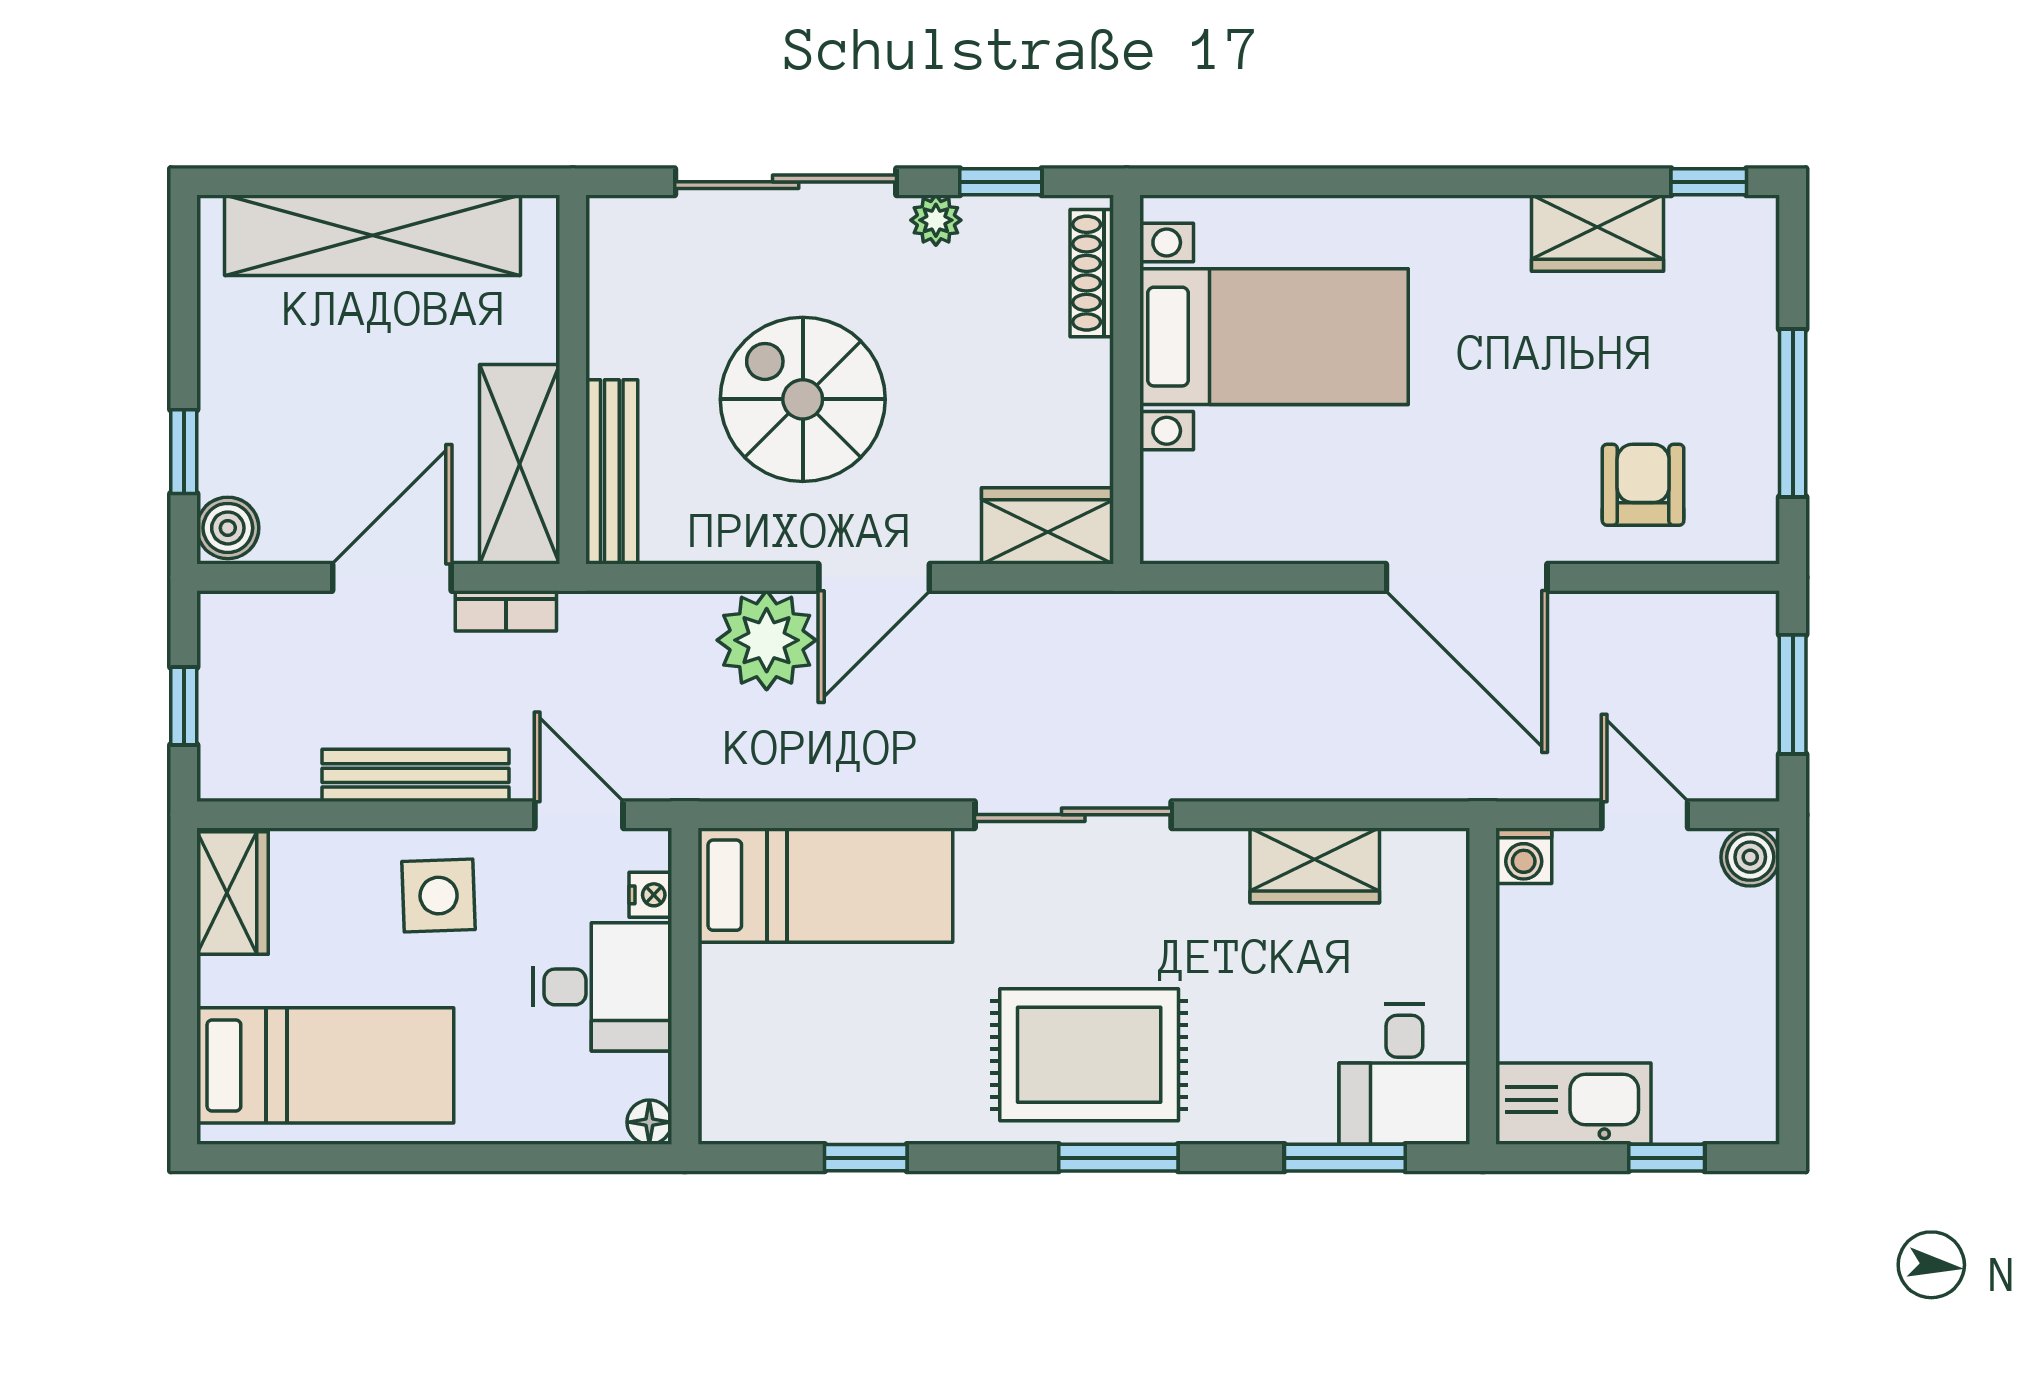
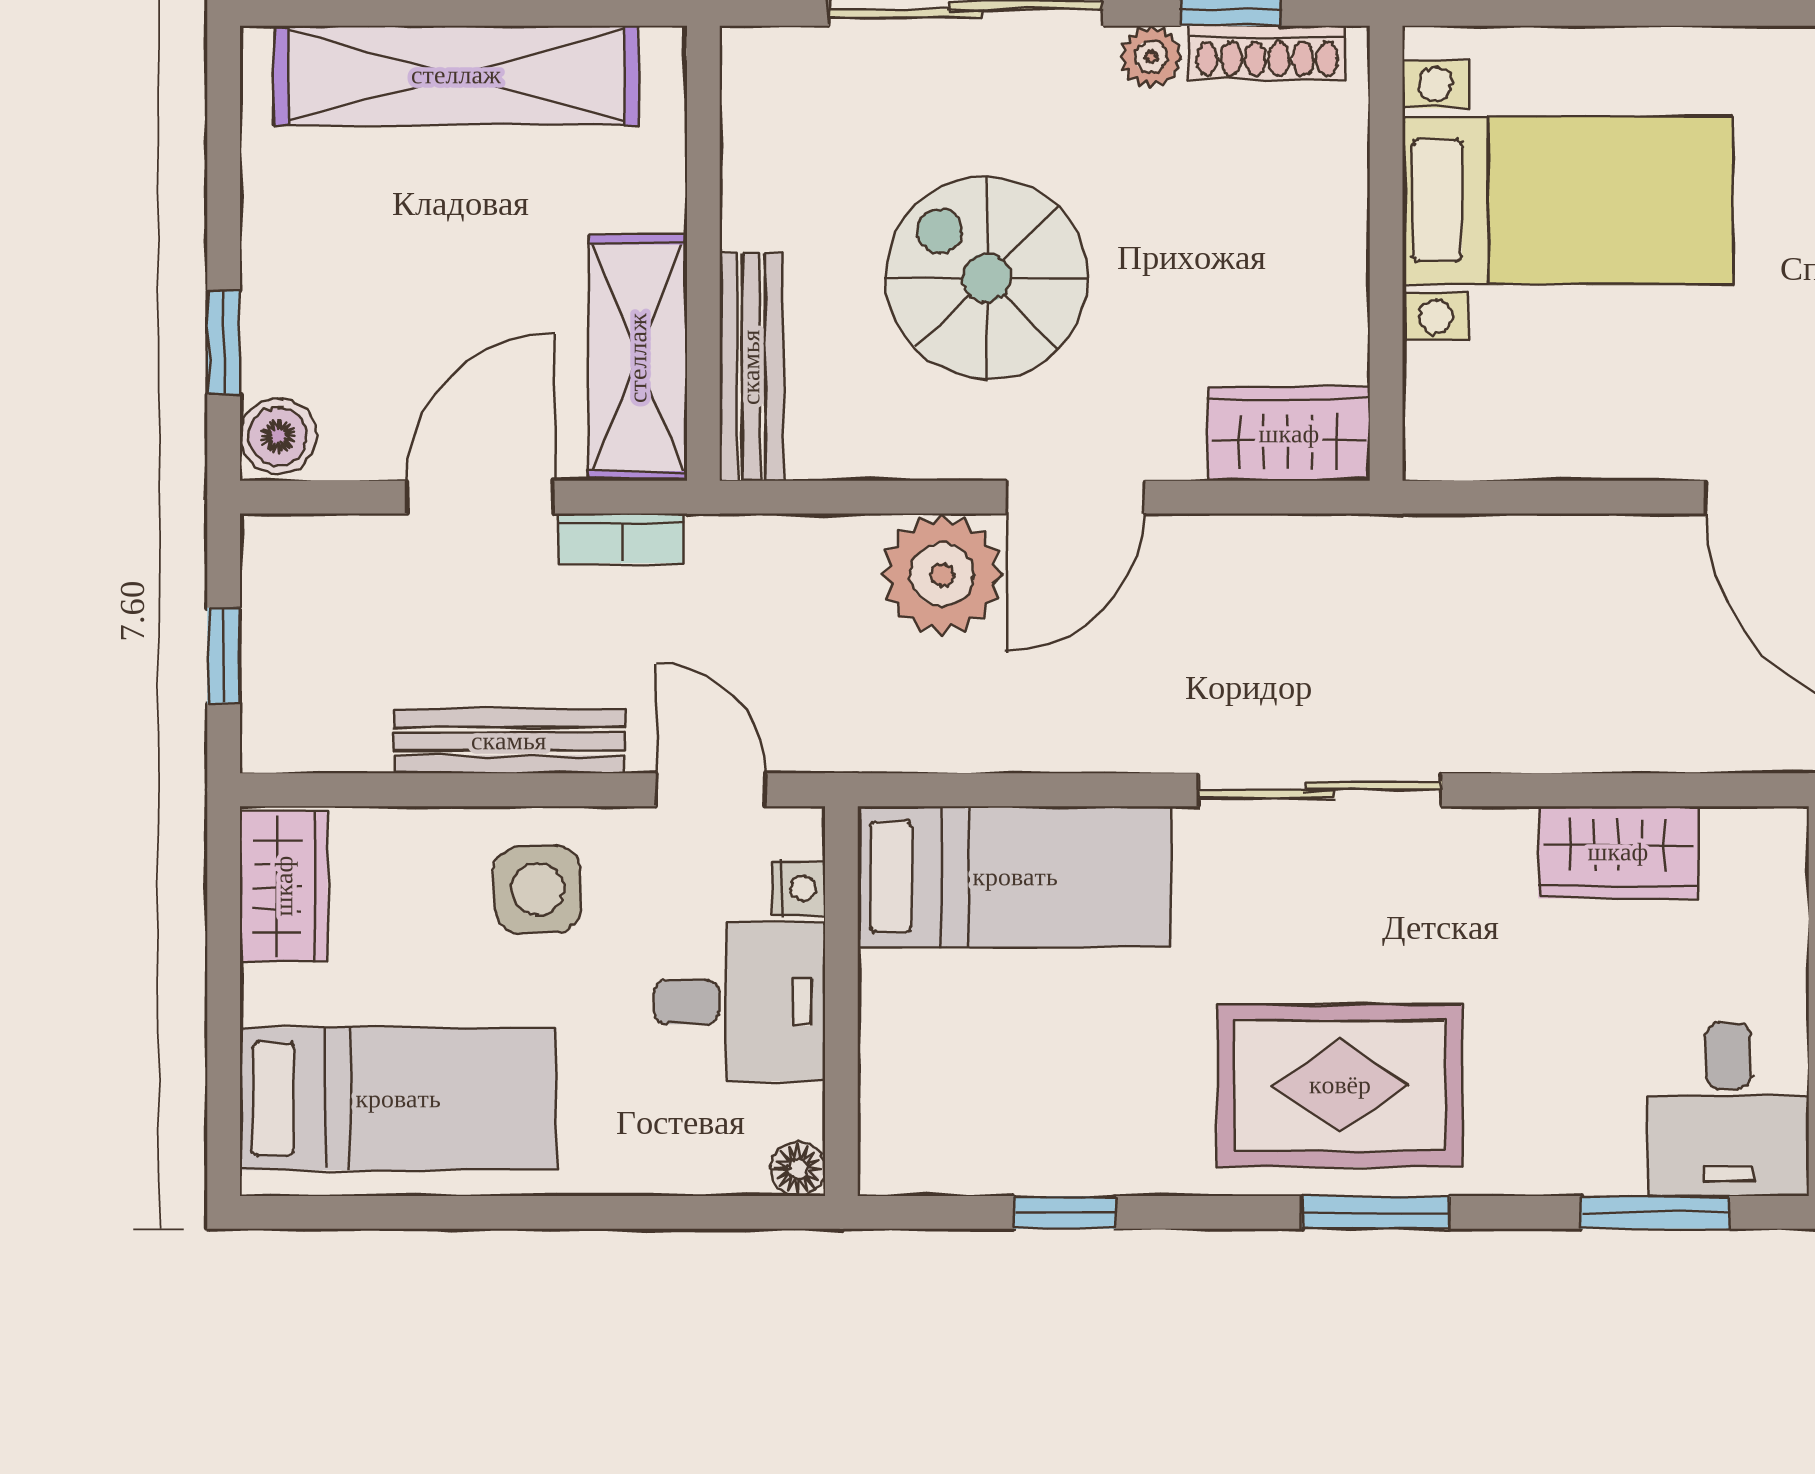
shoe rack: (1092, 273) -> (1267, 52), moved, turned -90

